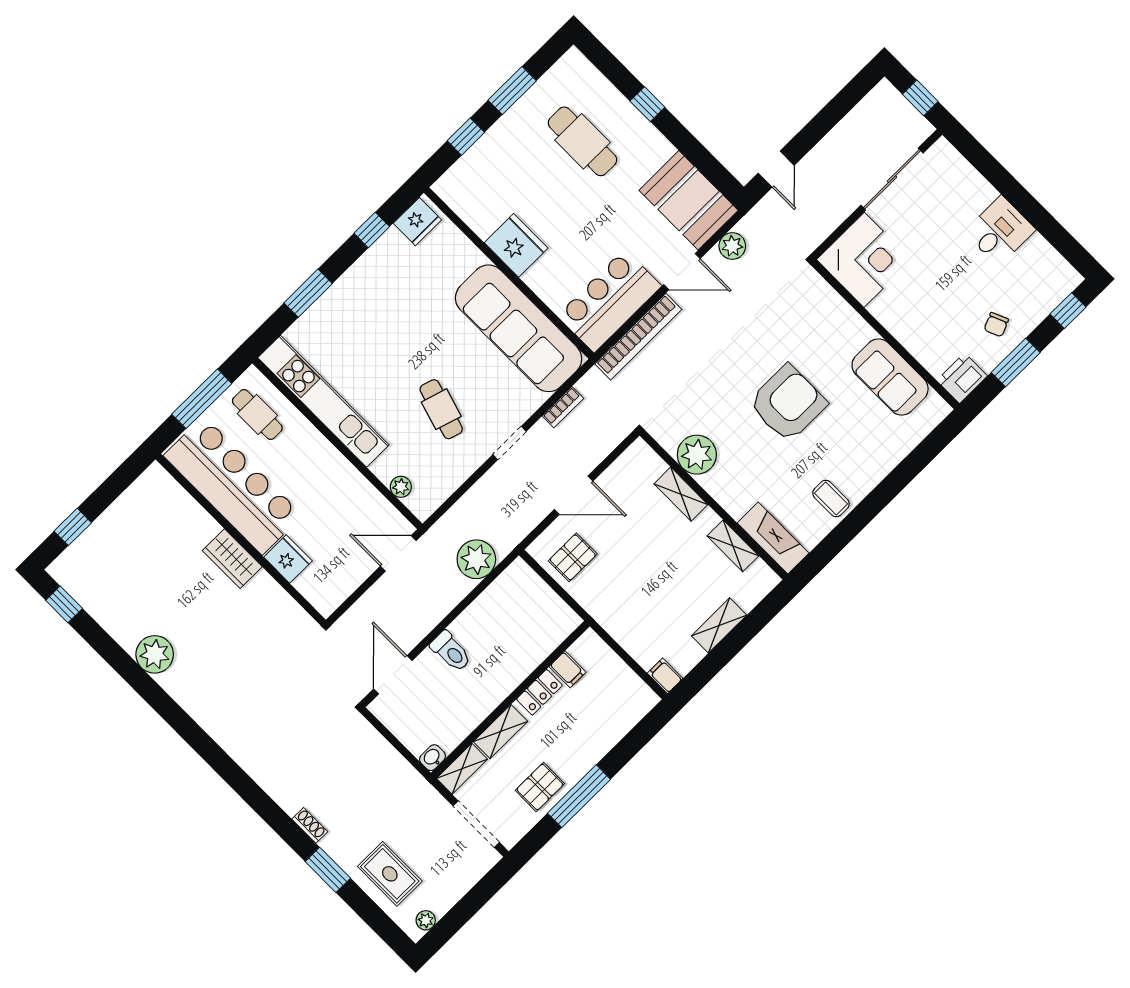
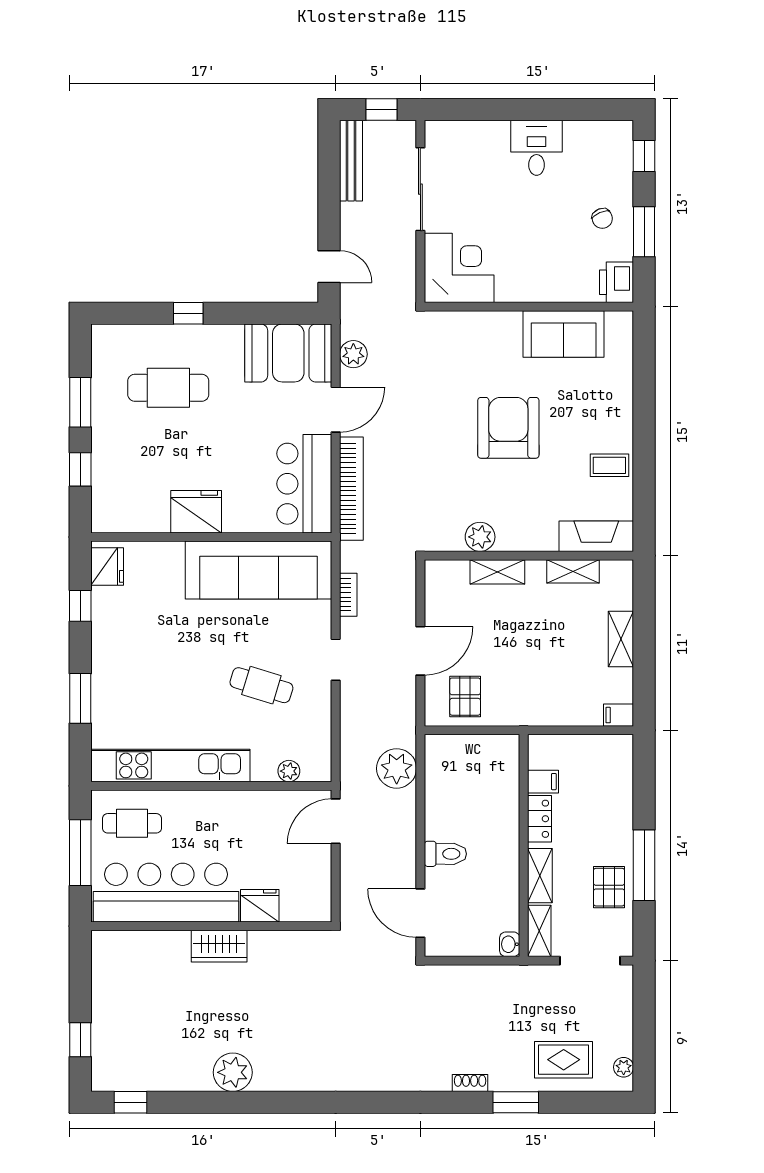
bench: (864, 112) -> (351, 161), added
plant: (697, 455) -> (480, 537), width x0.73, depth x0.73

